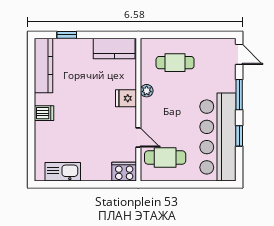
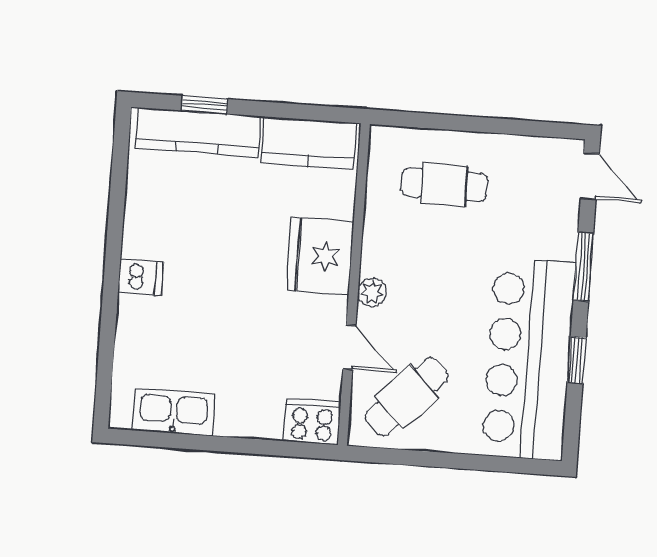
kitchen counter: (43, 66) -> (198, 132), moved, turned 90
plant: (147, 91) -> (372, 292), moved
fridge: (126, 98) -> (320, 256), width x1.88, depth x1.34
cafe table: (165, 158) -> (406, 397), turned -46

